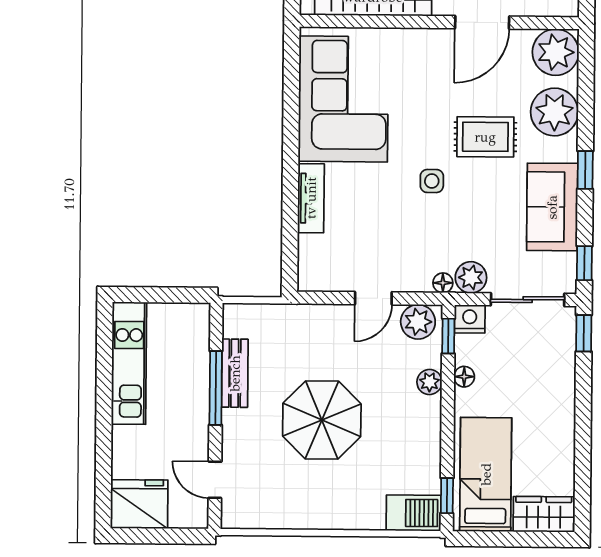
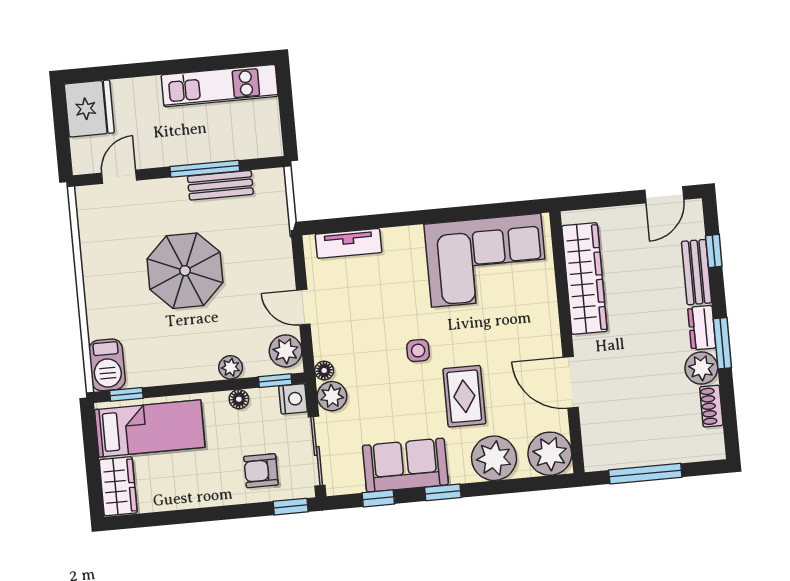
tv unit: (311, 198) -> (349, 243), moved
window: (584, 263) -> (378, 498), moved
armchair: (542, 361) -> (261, 471), added

